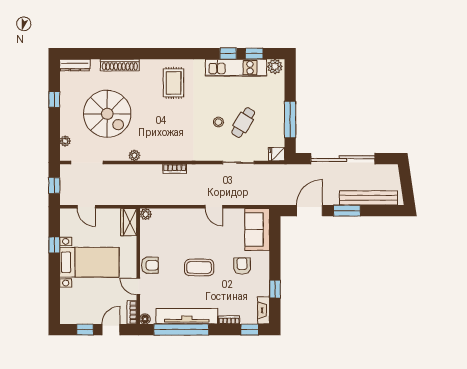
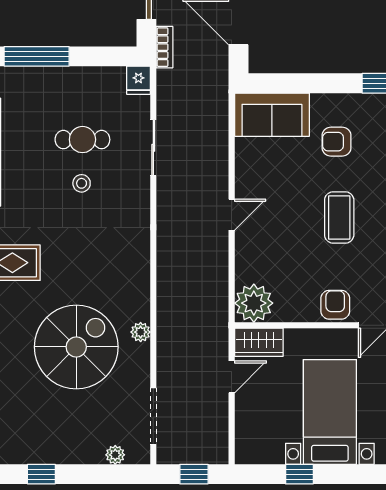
spiral stairs: (107, 114) -> (76, 347), moved
window: (290, 120) -> (37, 56), moved
cafe table: (243, 123) -> (82, 140), turned -31
bookcase: (175, 169) -> (164, 47), moved
door: (86, 207) -> (232, 377), moved
door: (214, 207) -> (232, 215), moved
plant: (146, 214) -> (254, 303), width x1.87, depth x1.87

